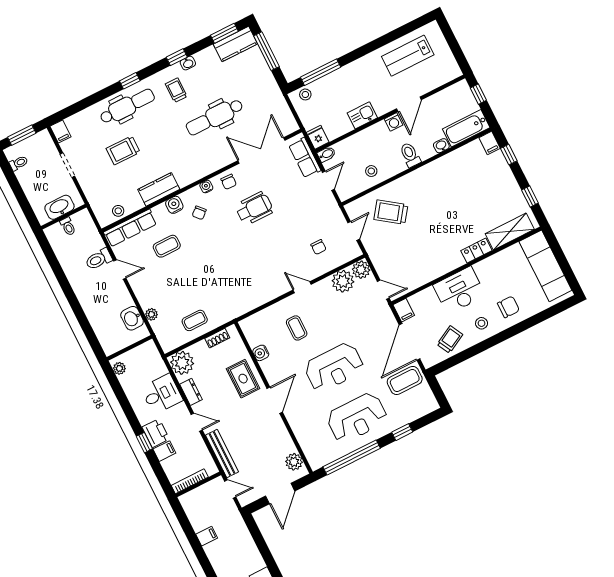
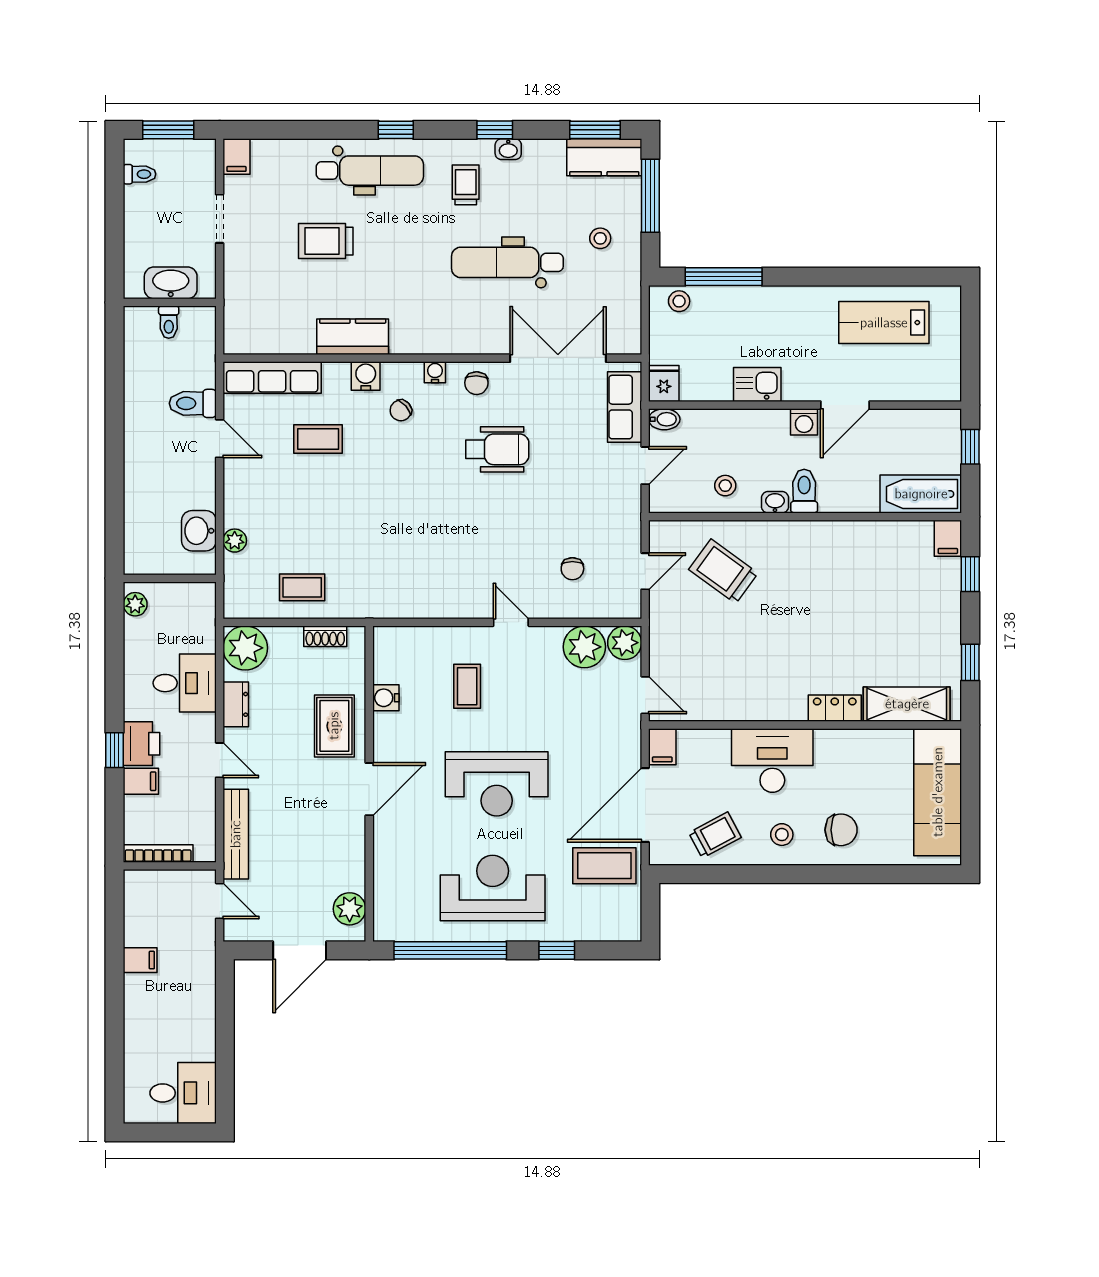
washbasin: (441, 146) -> (775, 502), moved
stool: (118, 211) -> (600, 238), moved
reception desk: (357, 418) -> (493, 888), turned 180

